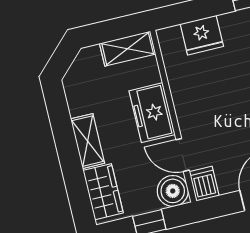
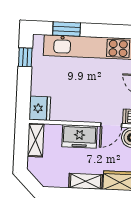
fridge: (202, 35) -> (40, 108), moved

